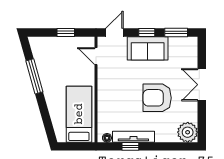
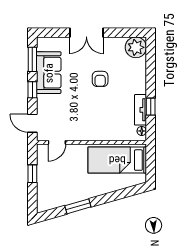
sofa: (148, 48) -> (49, 73), moved
window: (34, 76) -> (78, 206), width x0.69
armchair: (157, 98) -> (100, 79), width x0.53, depth x0.53
tv unit: (133, 137) -> (140, 110), width x0.71

